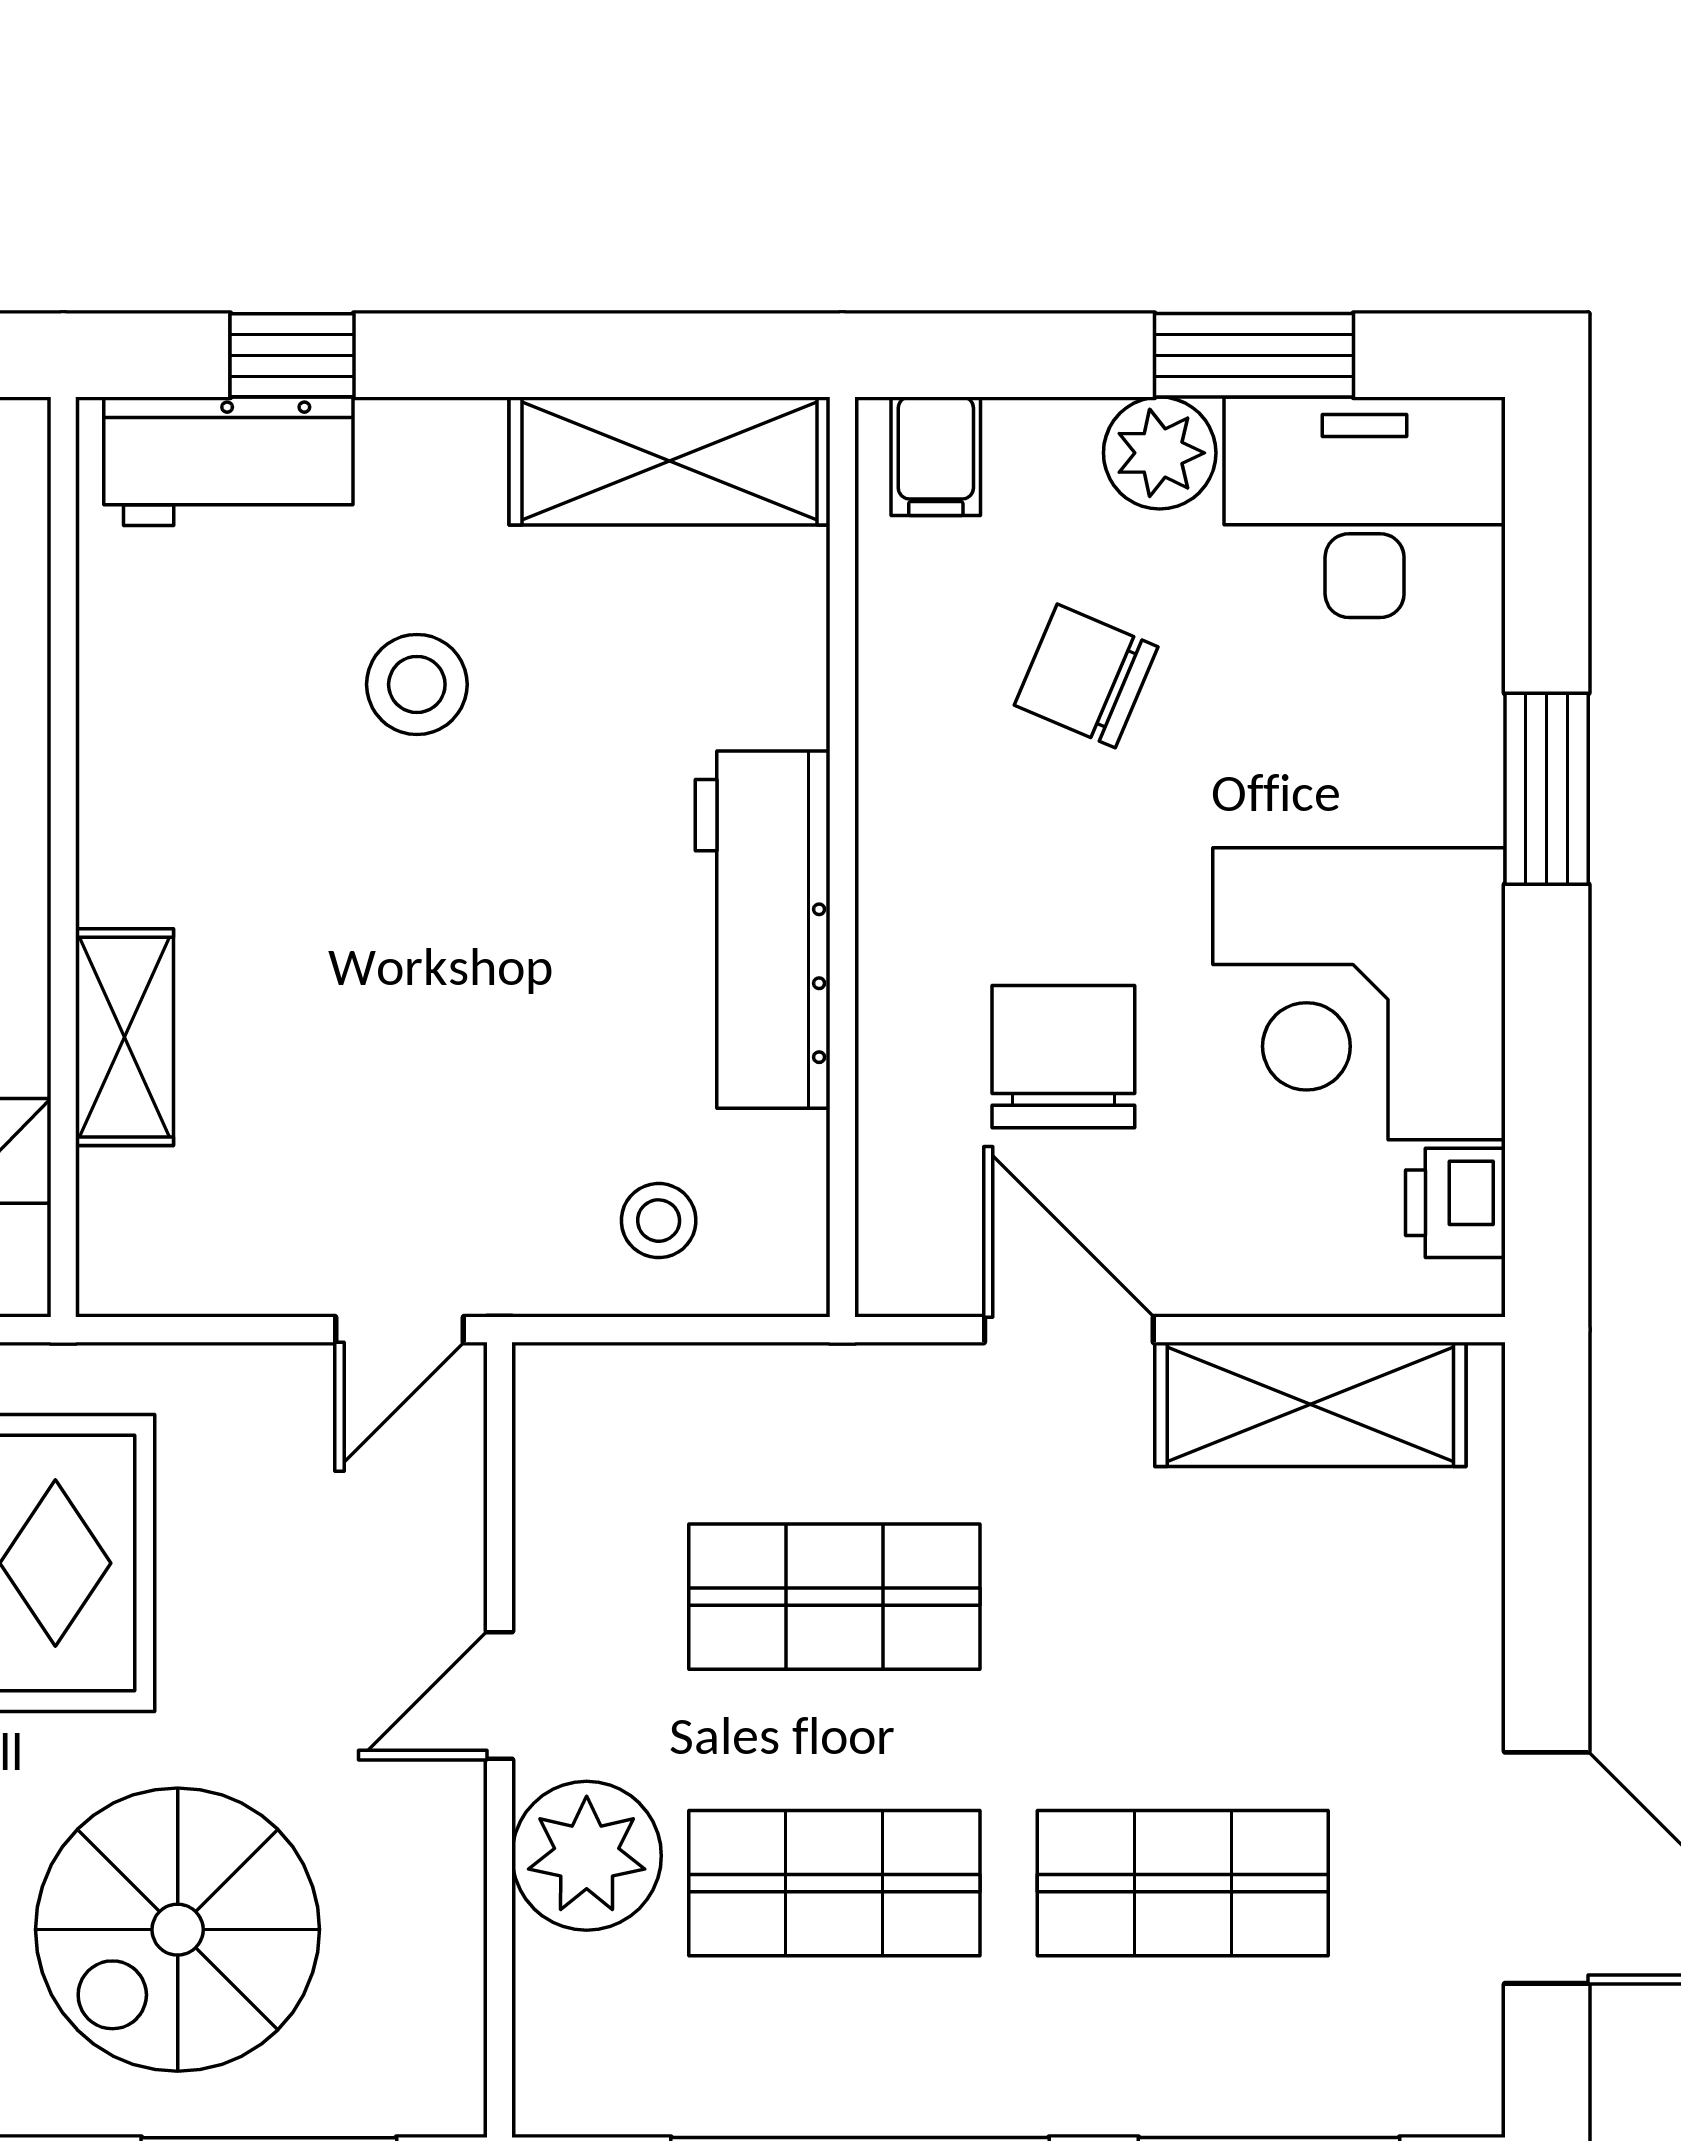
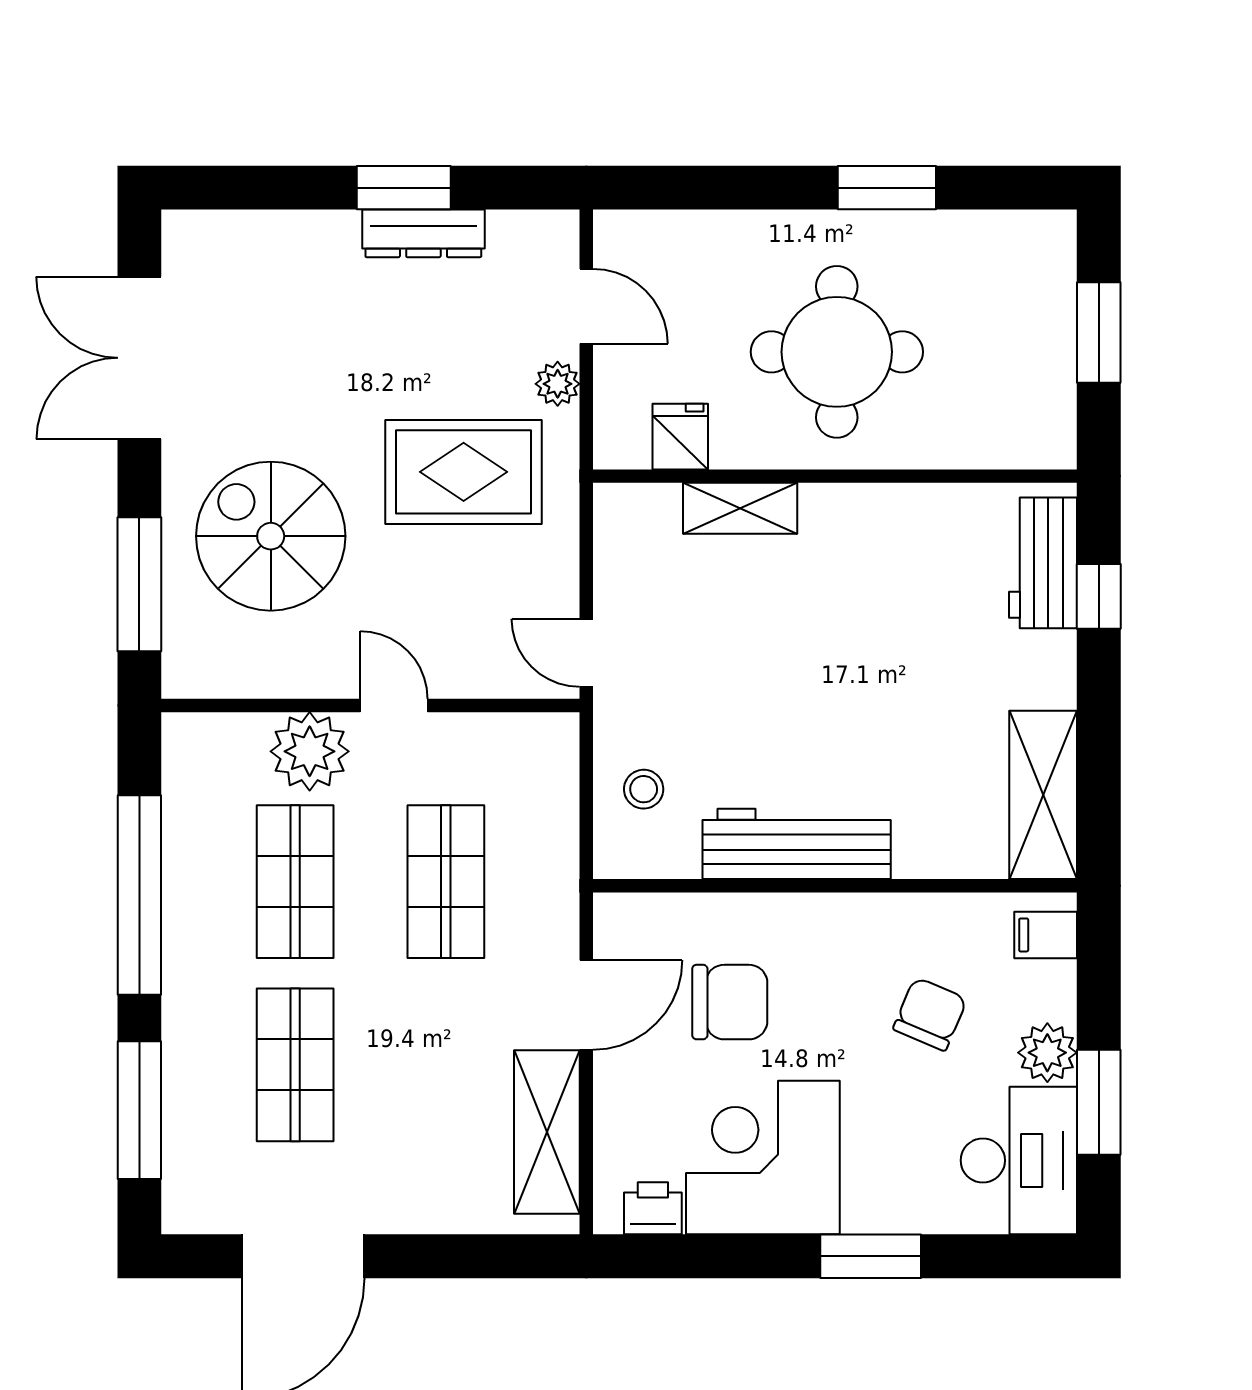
stool: (417, 684) -> (926, 662), removed

